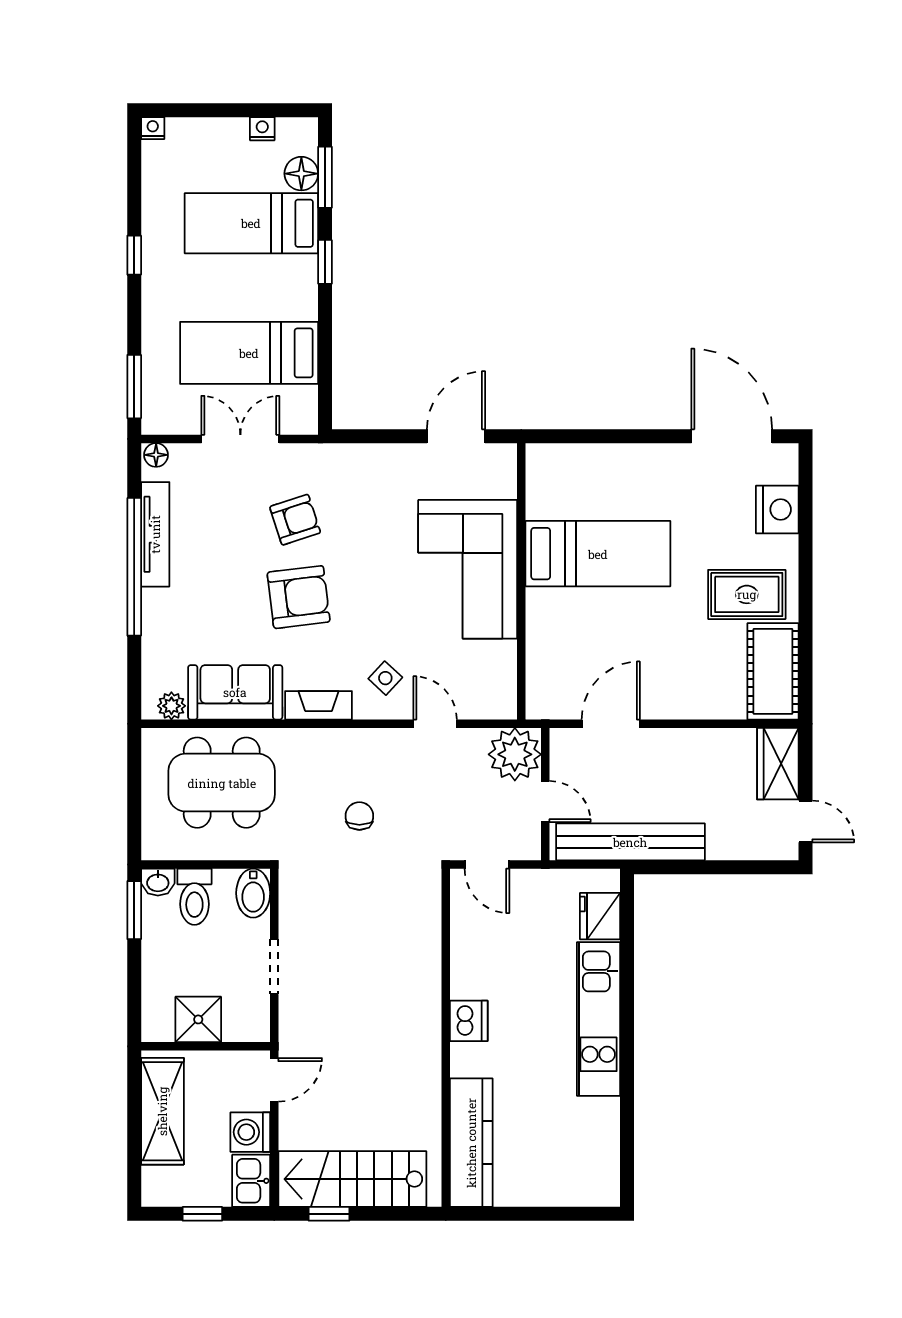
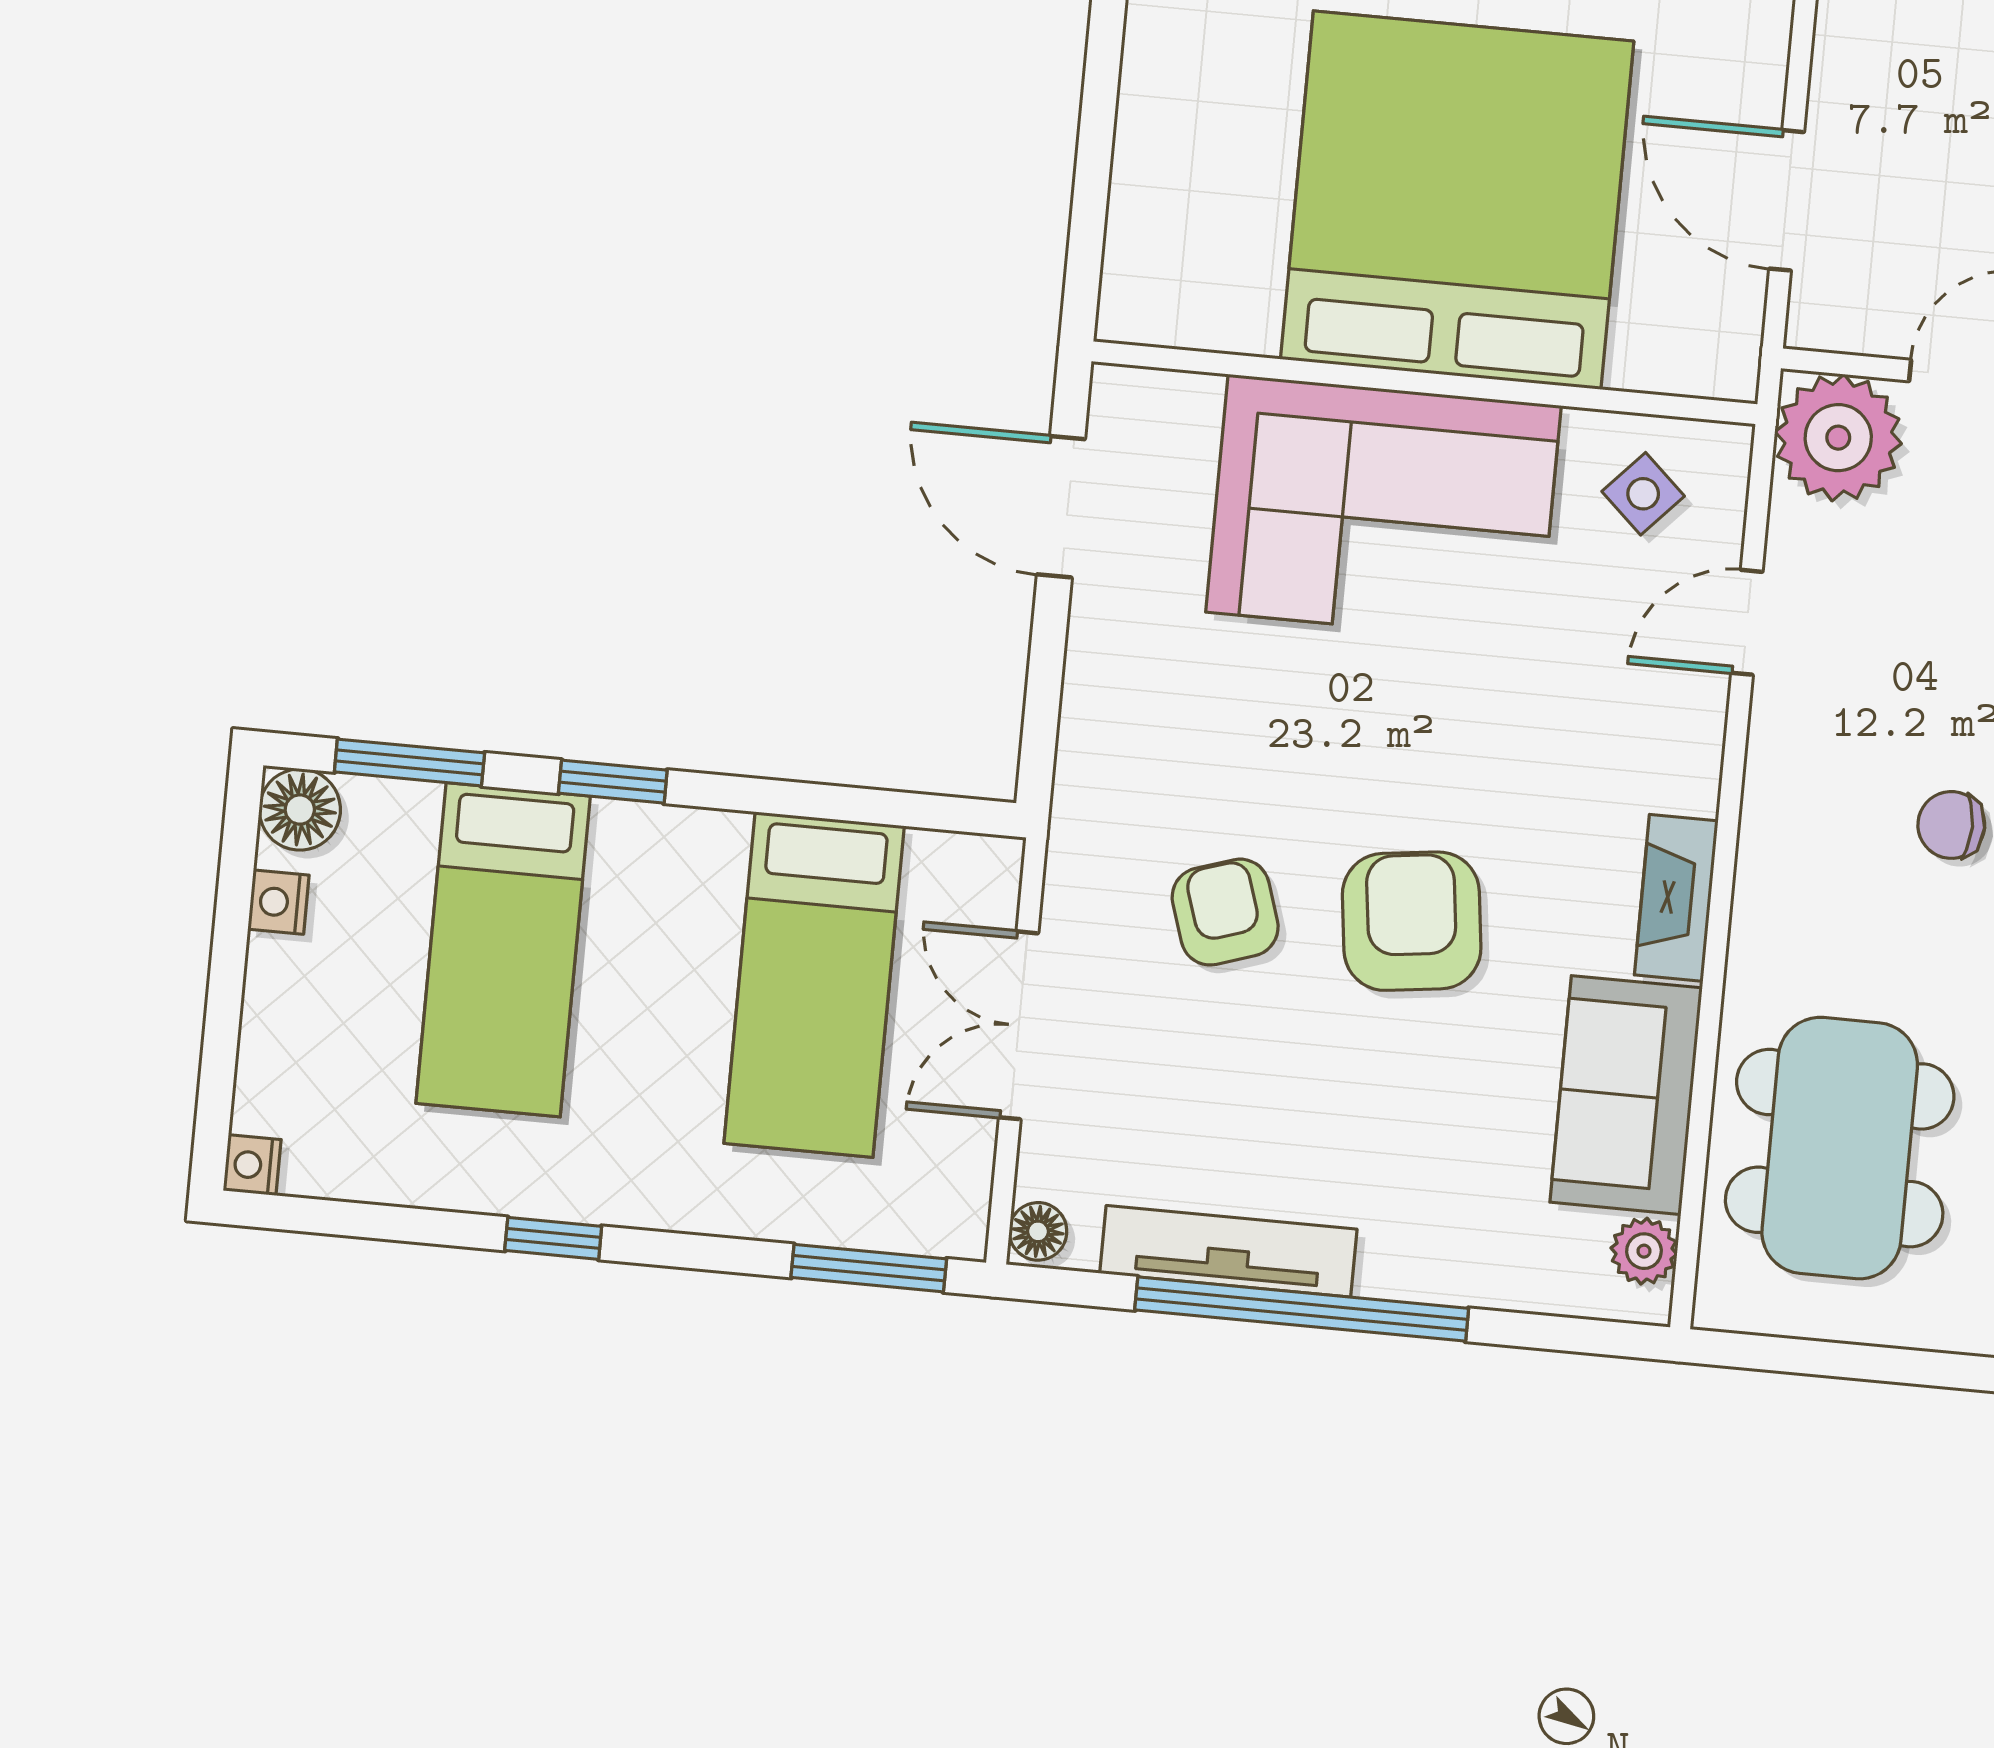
floor lamp: (301, 174) -> (300, 810), moved
bed: (598, 554) -> (1457, 200), width x2.04
side table: (385, 678) -> (1643, 494), moved

